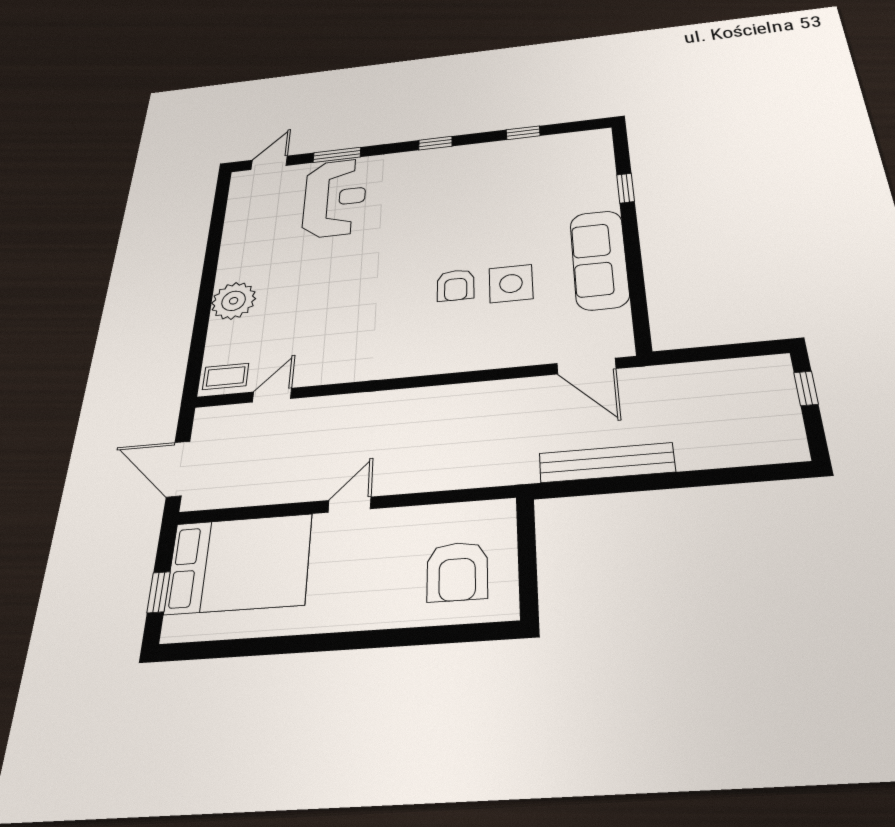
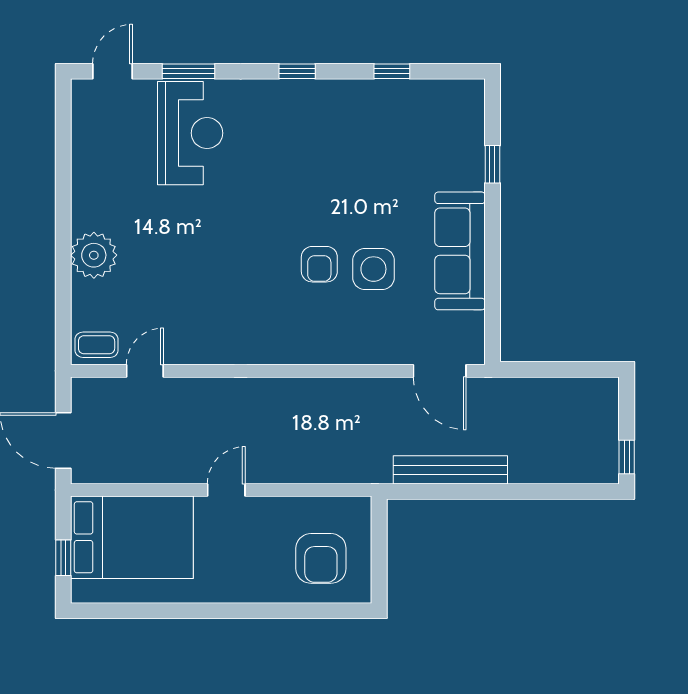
window: (806, 388) -> (627, 457), moved

